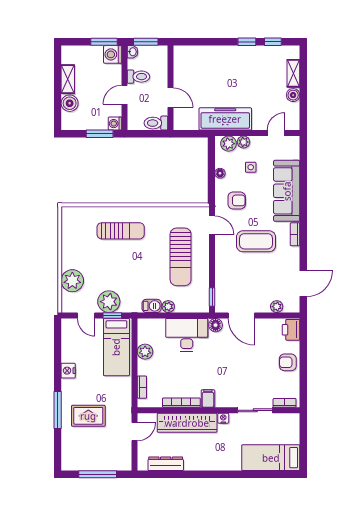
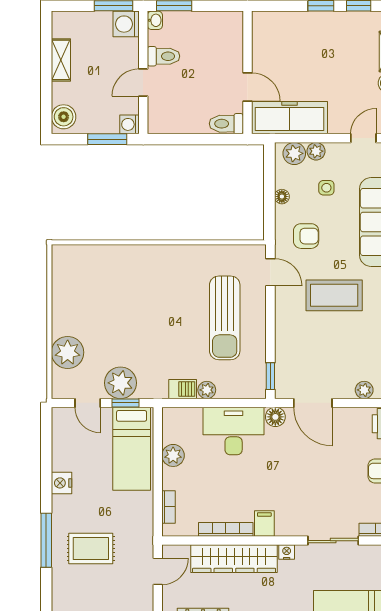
wall: (170, 88) -> (247, 72), moved
door: (170, 98) -> (247, 87), moved
boiler: (70, 103) -> (64, 117), moved
toilet: (156, 123) -> (226, 124), moved
sun lounger: (121, 231) -> (138, 280), removed

